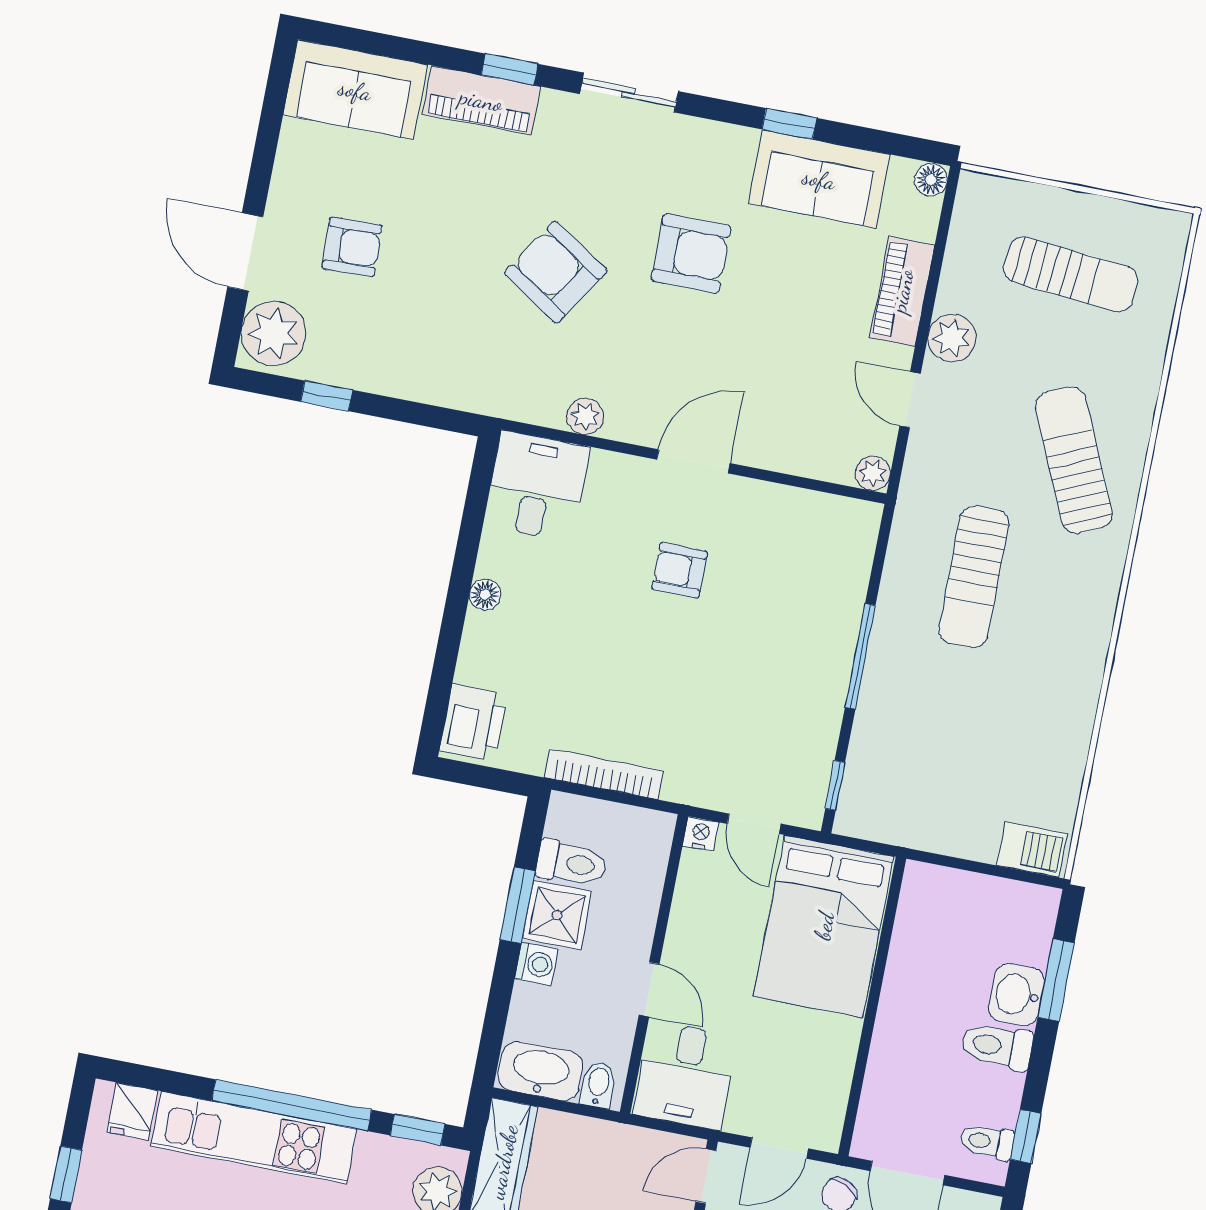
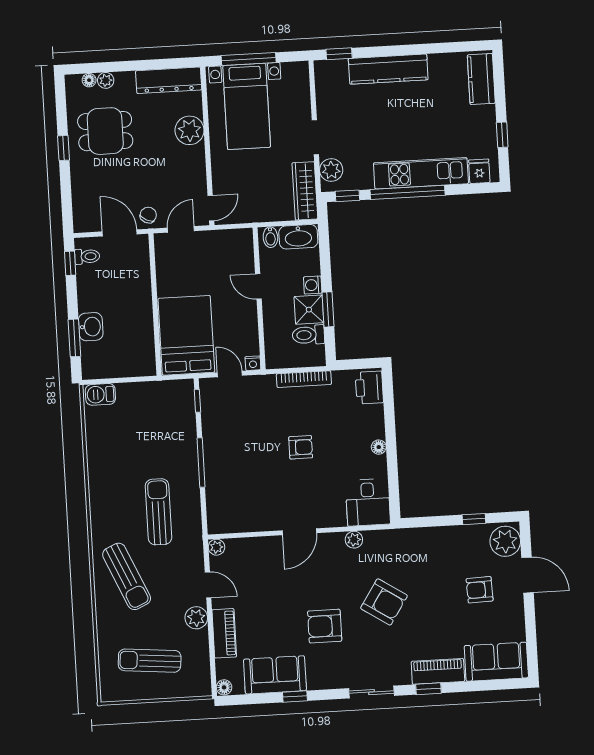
armchair: (679, 570) -> (301, 447), moved
toilet: (997, 1046) -> (94, 301), removed
desk: (686, 1075) -> (232, 252), removed

